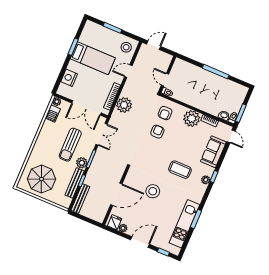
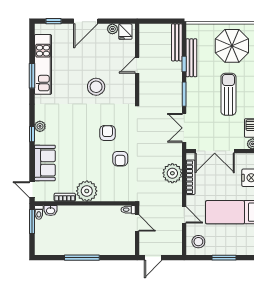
door: (154, 45) -> (153, 258), moved
door: (128, 71) -> (184, 215), hinge flipped
double door: (87, 108) -> (215, 151), swing flipped
armchair: (165, 113) -> (107, 133), moved
sun lounger: (70, 145) -> (228, 94), moved
plant: (82, 163) -> (193, 85), removed
coffee table: (180, 170) -> (75, 125), removed
door: (116, 194) -> (137, 65), width x0.53

